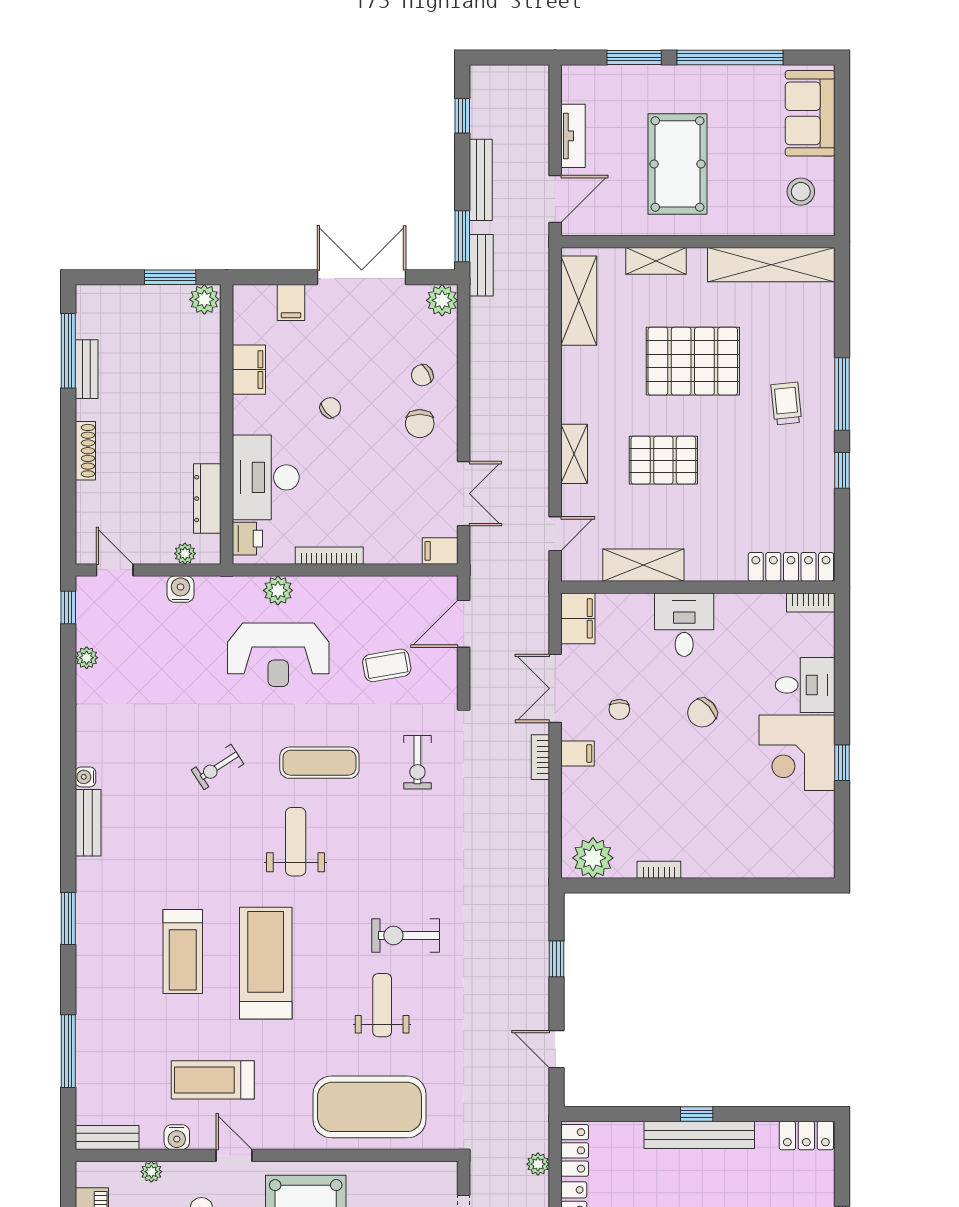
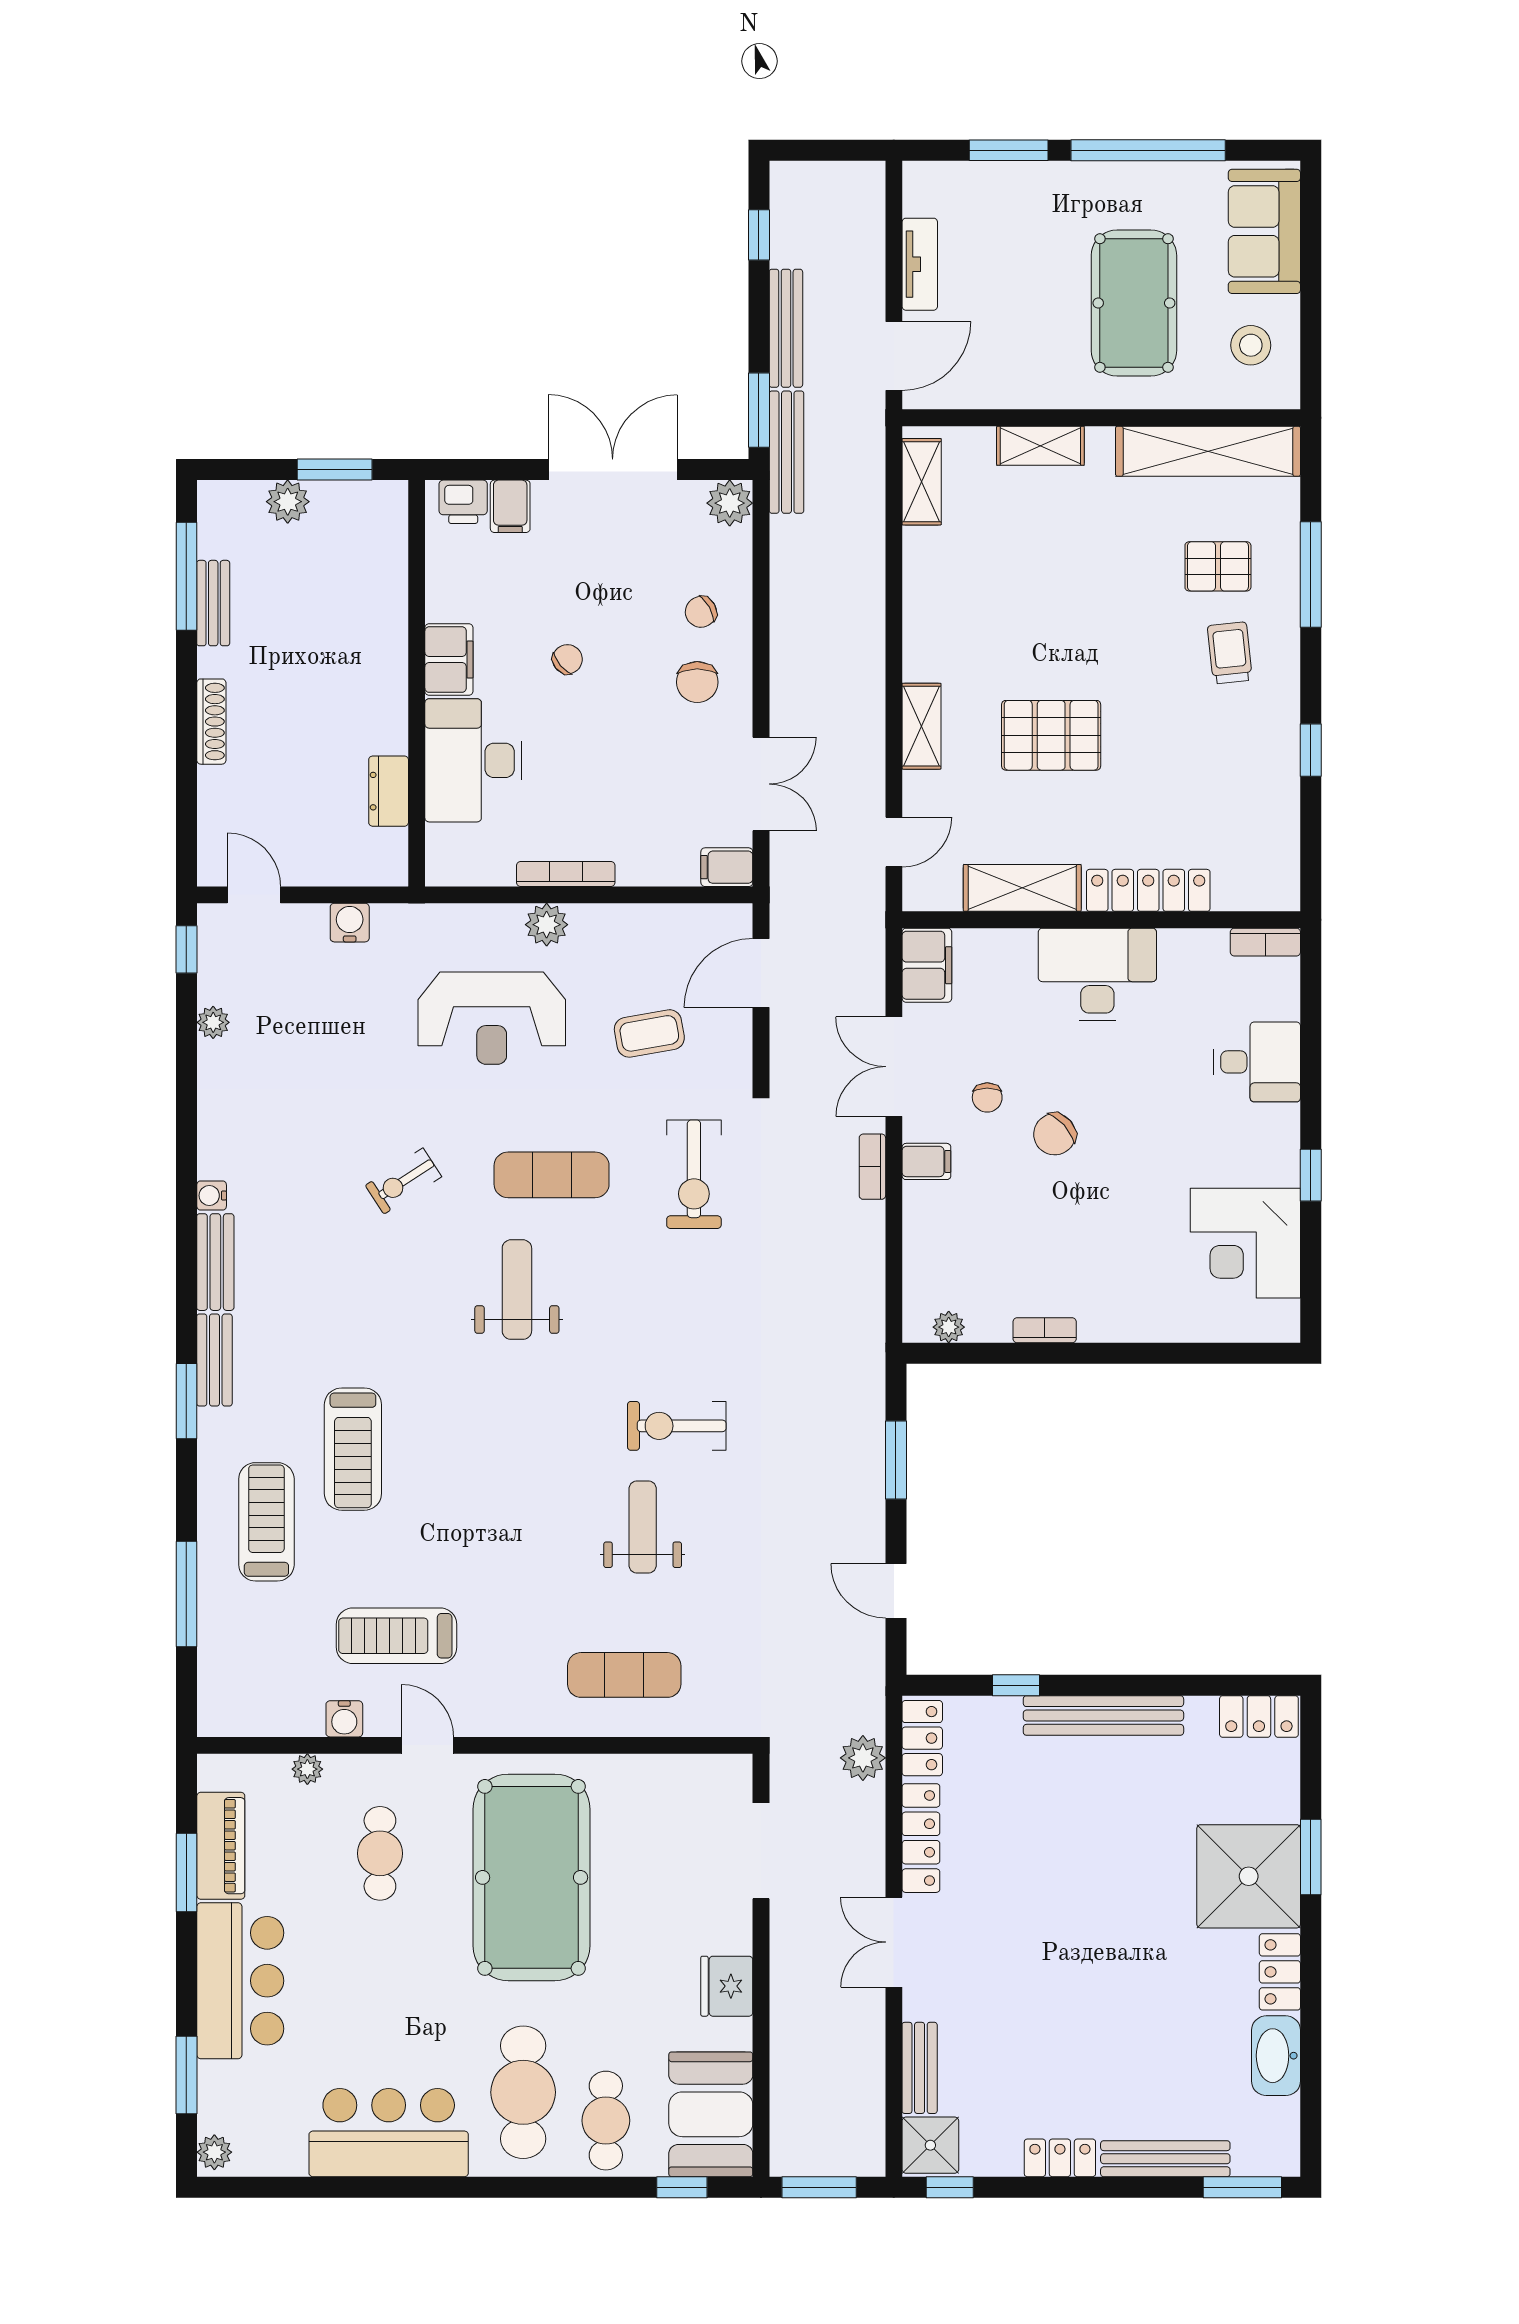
pool table: (678, 164) -> (1134, 303), moved
bench: (481, 265) -> (787, 452), width x1.36
plant: (204, 299) -> (288, 502), moved
shelving: (579, 301) -> (922, 482), width x0.67, depth x0.75
pallet: (693, 361) -> (1218, 566), moved, width x0.49, depth x0.50
filing cabinet: (249, 370) -> (449, 660), moved
window: (842, 394) -> (1311, 575), moved
dresser: (207, 499) -> (389, 791), width x0.70
printer: (247, 539) -> (463, 502), moved, turned 90
plant: (185, 554) -> (356, 871), removed
locker: (791, 567) -> (1148, 890), moved
plant: (278, 590) -> (547, 925), moved
desk: (684, 625) -> (1097, 974), width x1.37
chair: (702, 713) -> (1055, 1134), moved
corner desk: (797, 753) -> (1245, 1243), moved
exercise bike: (417, 762) -> (694, 1174), width x1.38, depth x1.39
plant: (593, 858) -> (949, 1327), width x0.53, depth x0.53
window: (556, 959) -> (896, 1460), width x1.50
treadmill: (266, 963) -> (266, 1522), moved, width x0.73, depth x0.73
exercise mat: (369, 1107) -> (624, 1675), width x0.50, depth x0.69
window: (697, 1114) -> (1016, 1685), moved
bench: (107, 1138) -> (214, 1360), moved, turned 90
plant: (538, 1164) -> (863, 1758), width x1.38, depth x1.38

